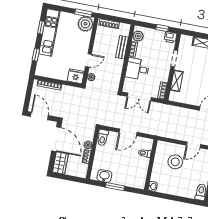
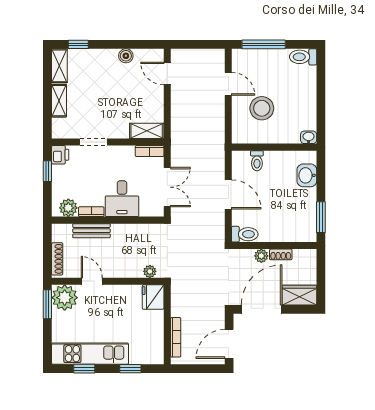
door: (88, 60) -> (92, 281), moved
shelving: (177, 81) -> (147, 131), moved
washbasin: (104, 176) -> (307, 175), moved
window: (115, 187) -> (321, 217), moved

